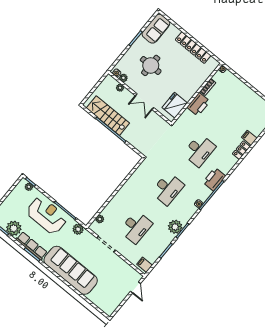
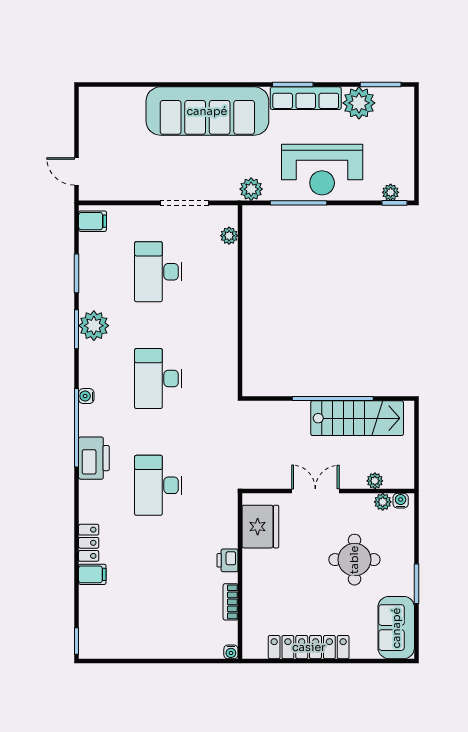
printer: (198, 104) -> (227, 560), width x0.53, depth x0.68

